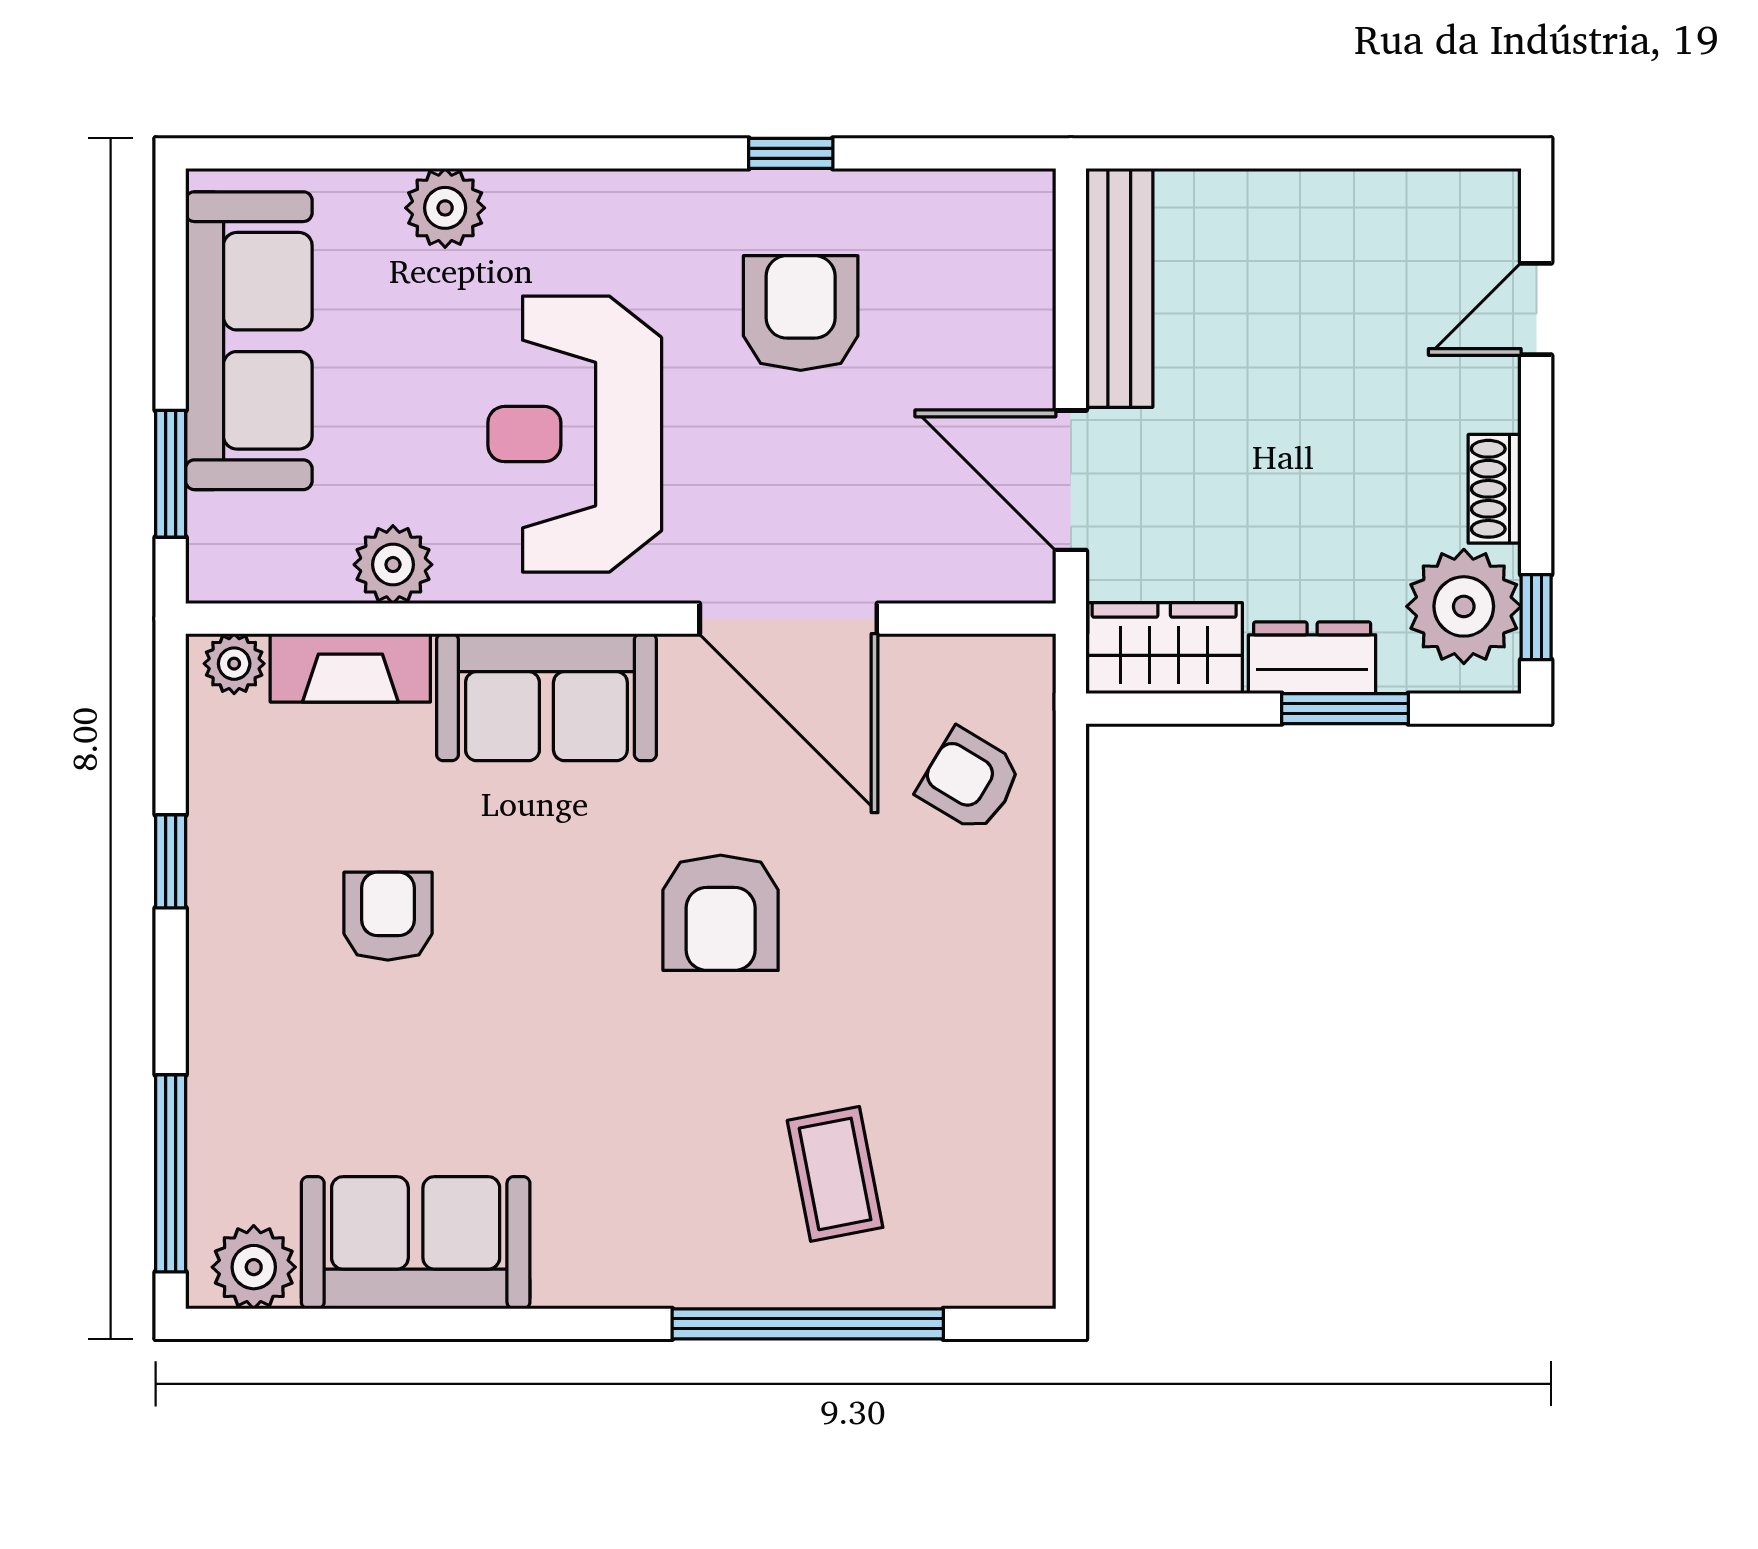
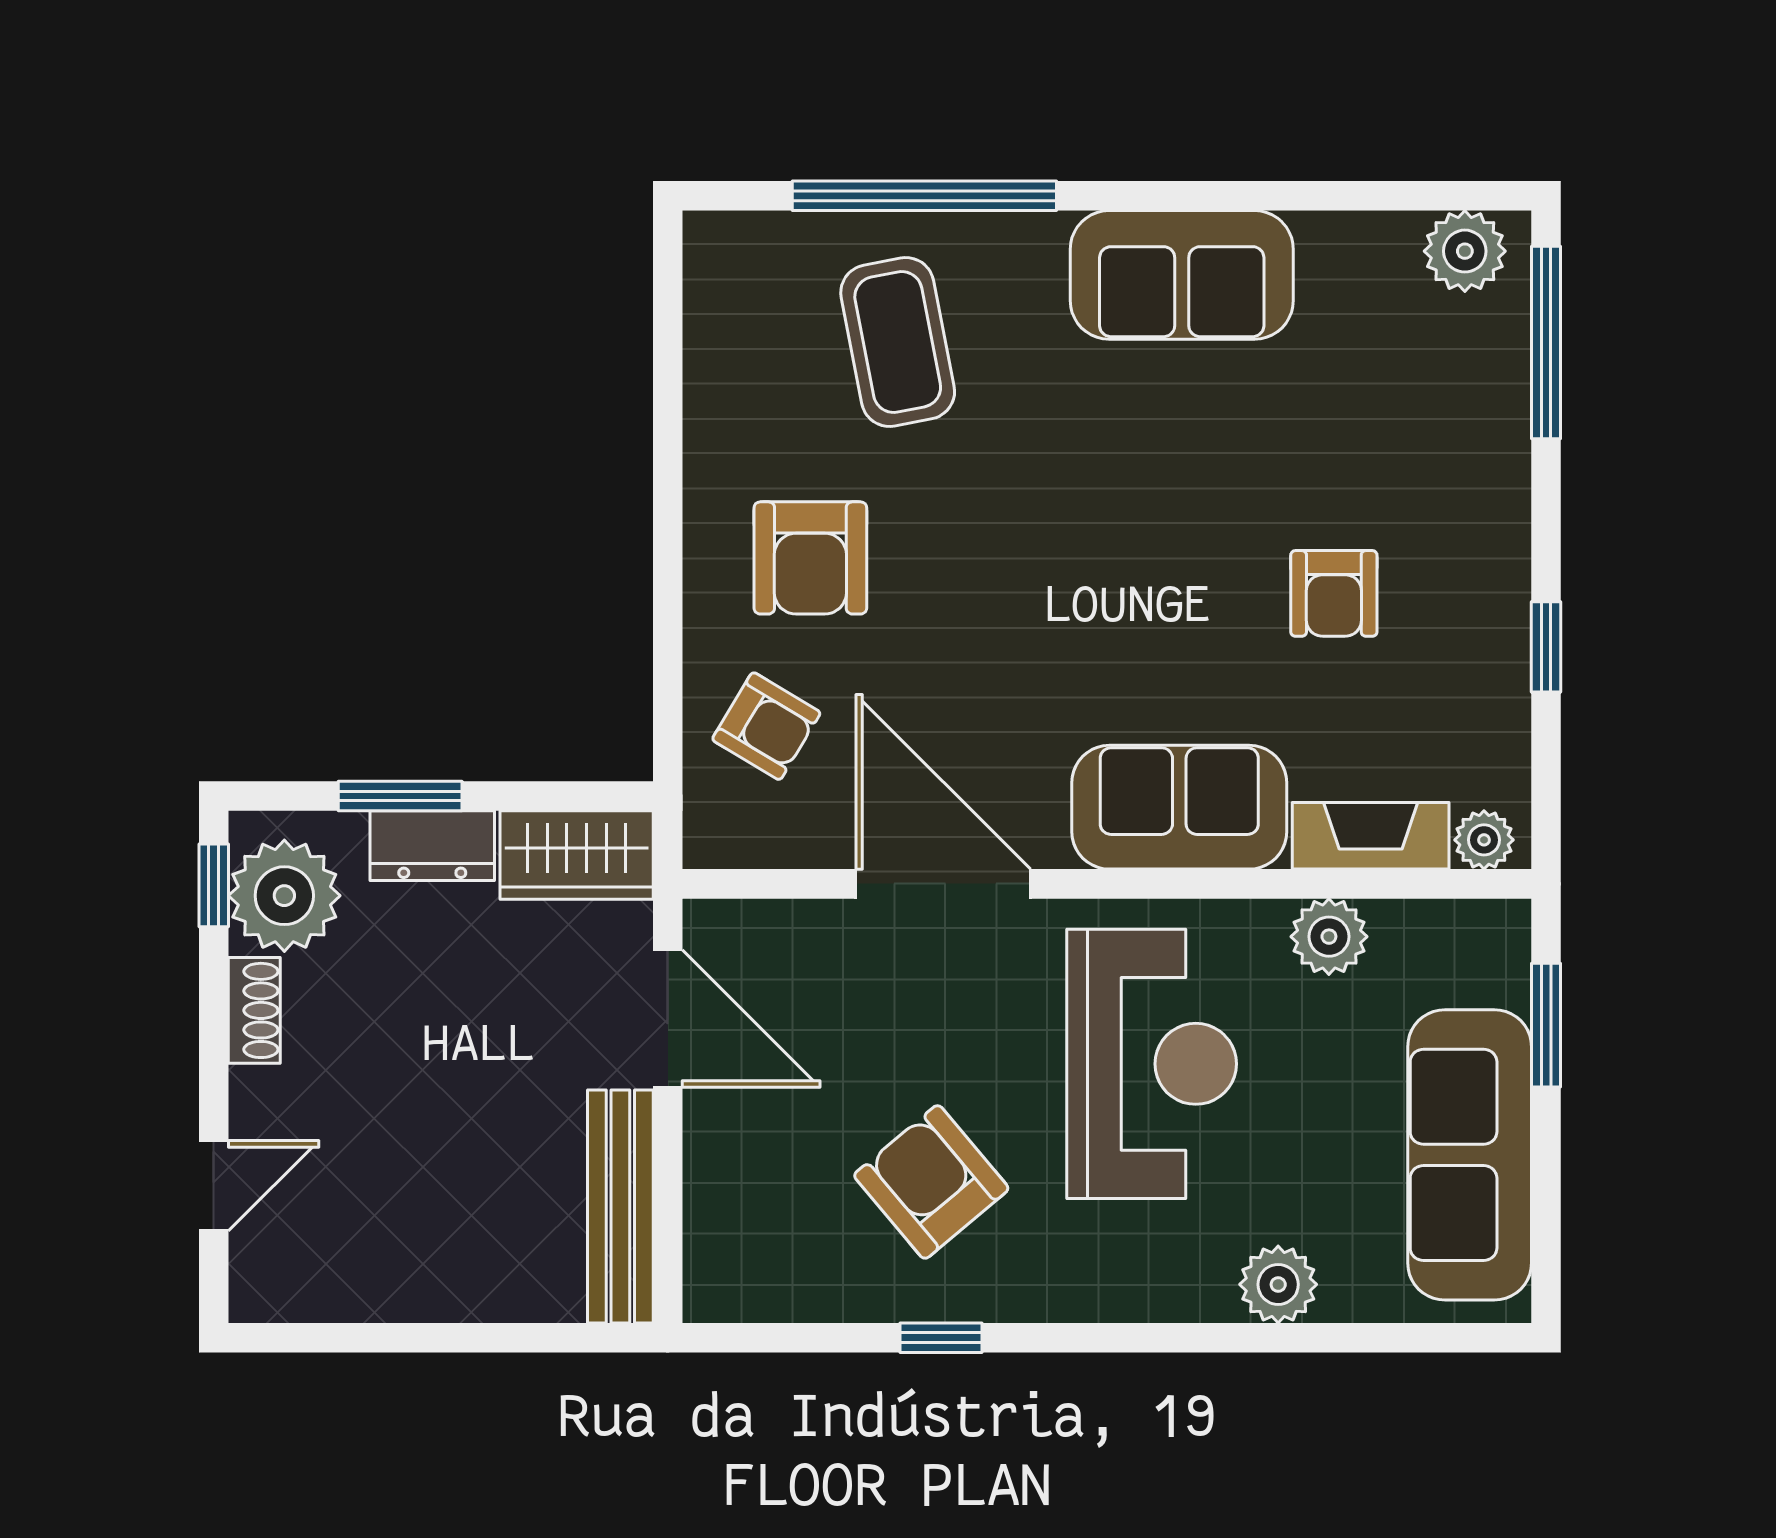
armchair: (801, 313) -> (931, 1182), turned 140
armchair: (721, 913) -> (810, 558), moved, turned 180
coffee table: (835, 1174) -> (898, 342), width x1.36, depth x1.30
sofa: (416, 1243) -> (1182, 275), moved

